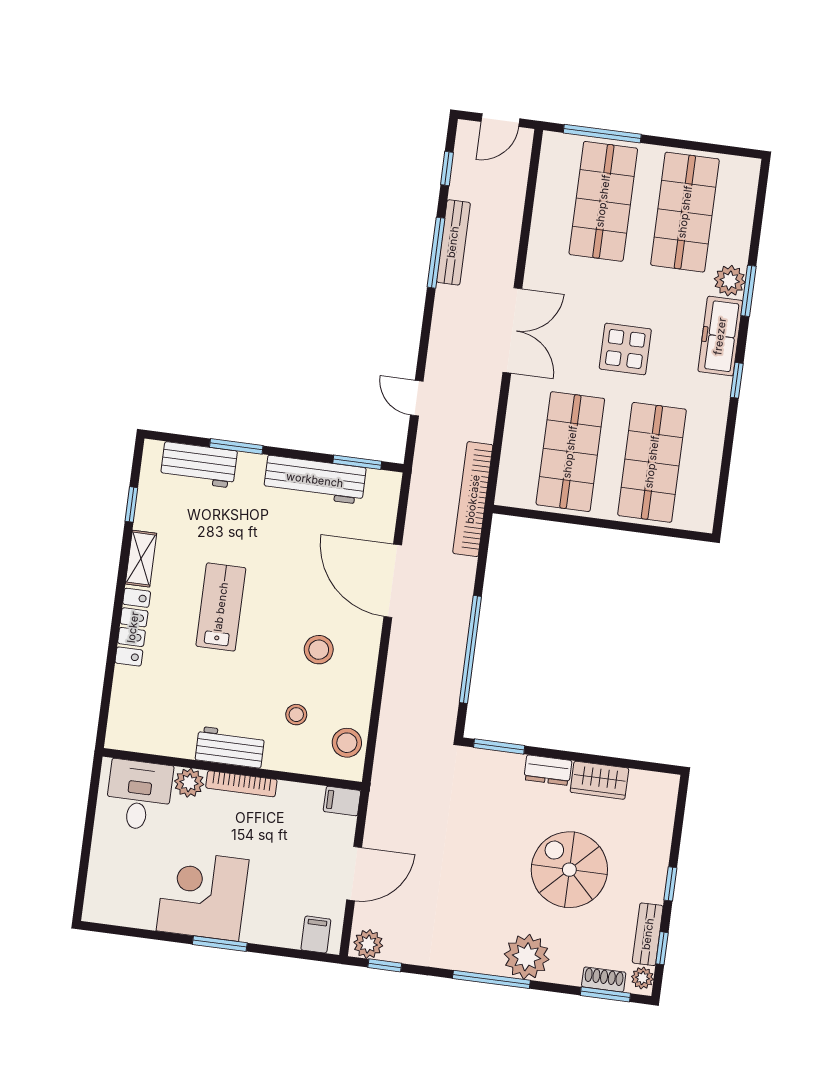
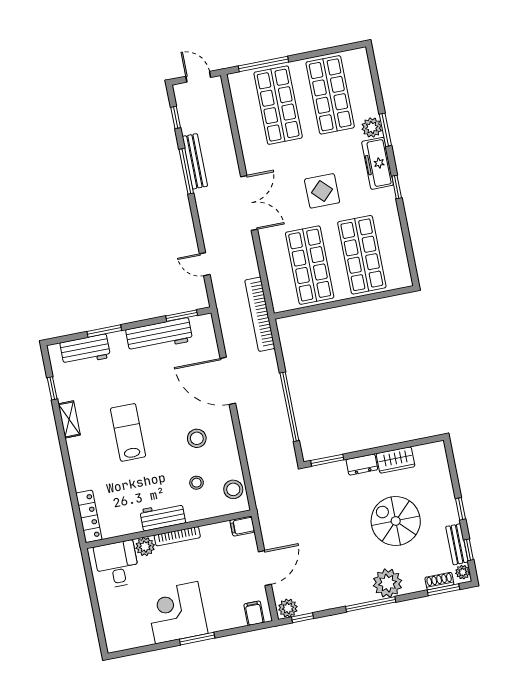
door: (500, 120) -> (198, 77), swing flipped
locker: (133, 627) -> (89, 516), moved

